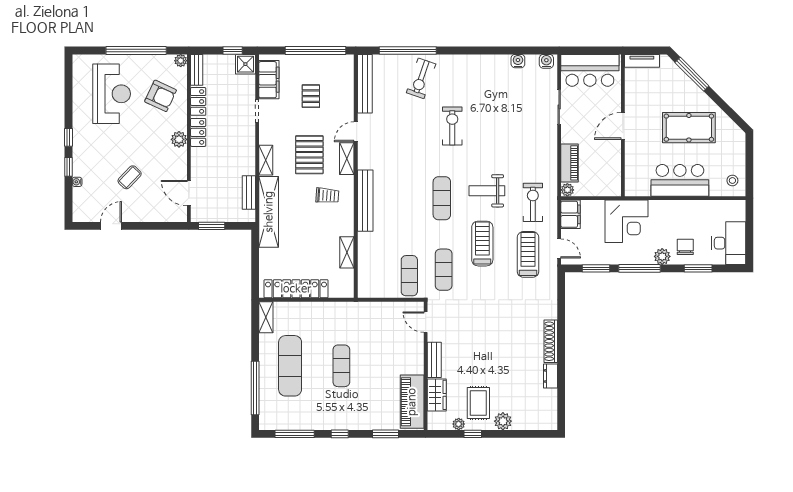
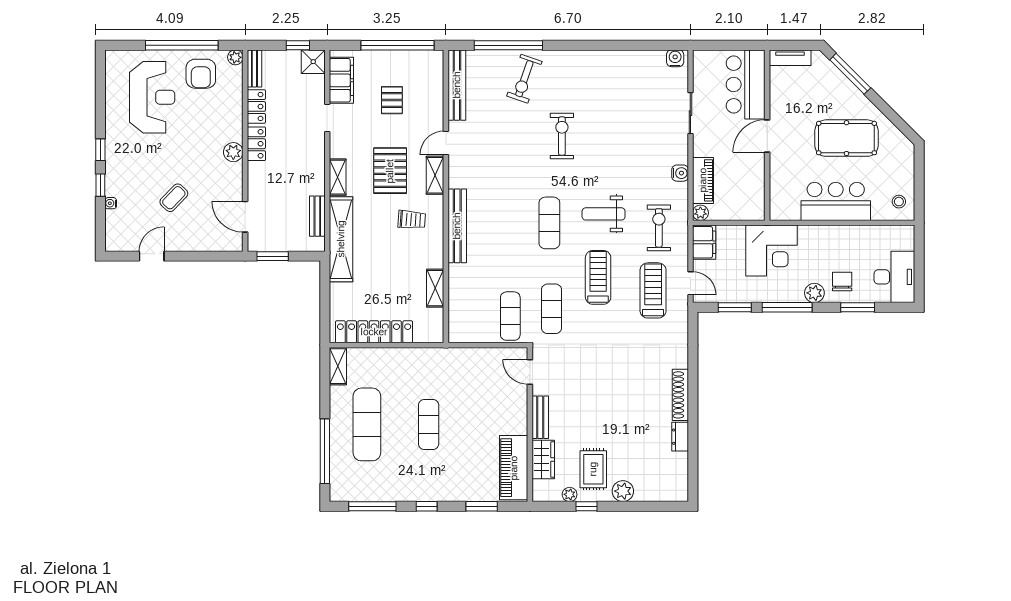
water cooler: (518, 61) -> (680, 173), moved, turned 90
bar counter: (590, 70) -> (746, 84), moved, turned 90
armchair: (161, 96) -> (201, 74), moved, turned 65

